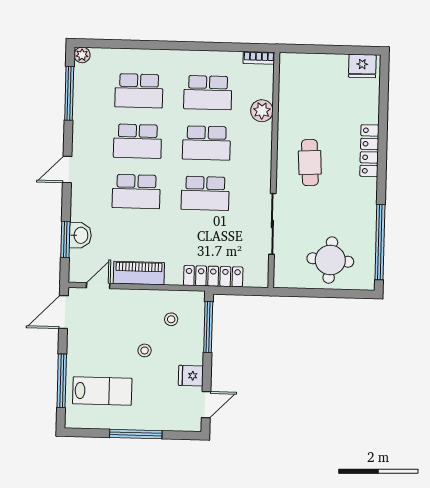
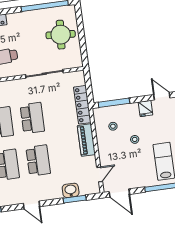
piano: (139, 273) -> (86, 140), moved
door: (98, 286) -> (100, 174), swing flipped

